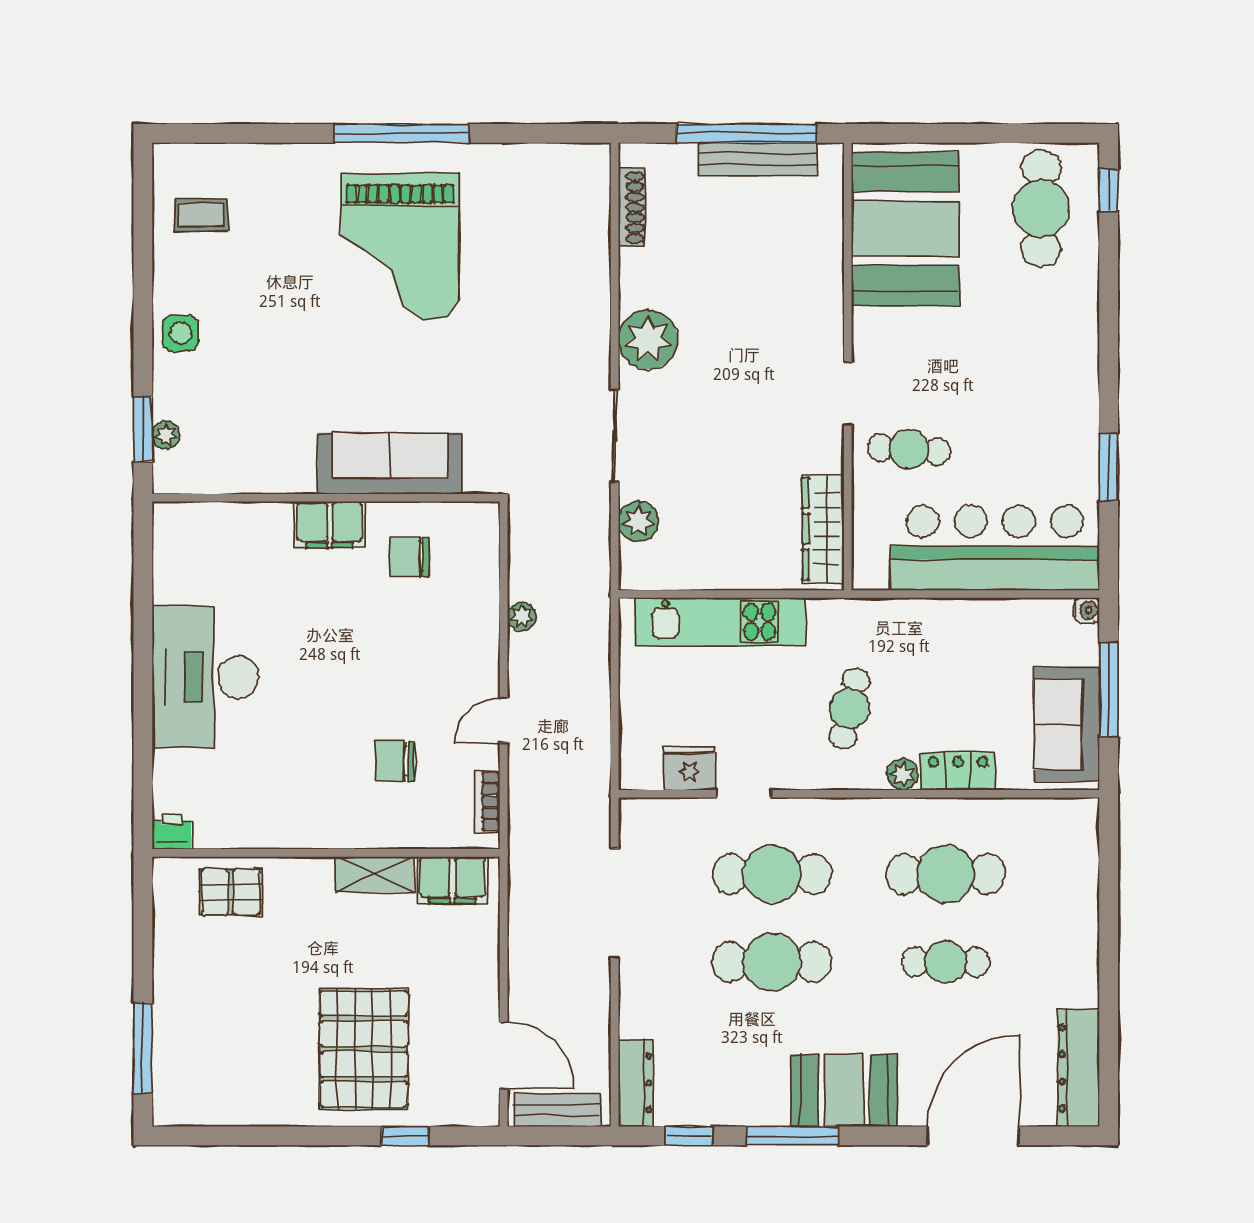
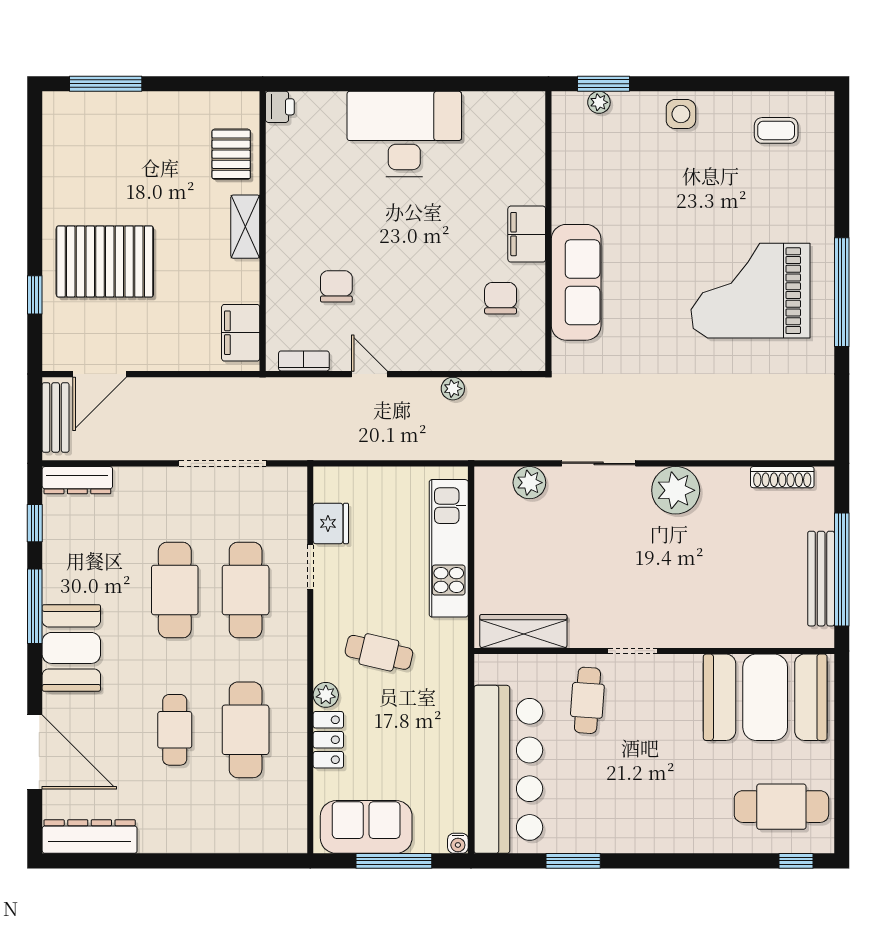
coffee table: (201, 215) -> (776, 130), turned 90
shelving: (375, 874) -> (245, 227), moved

